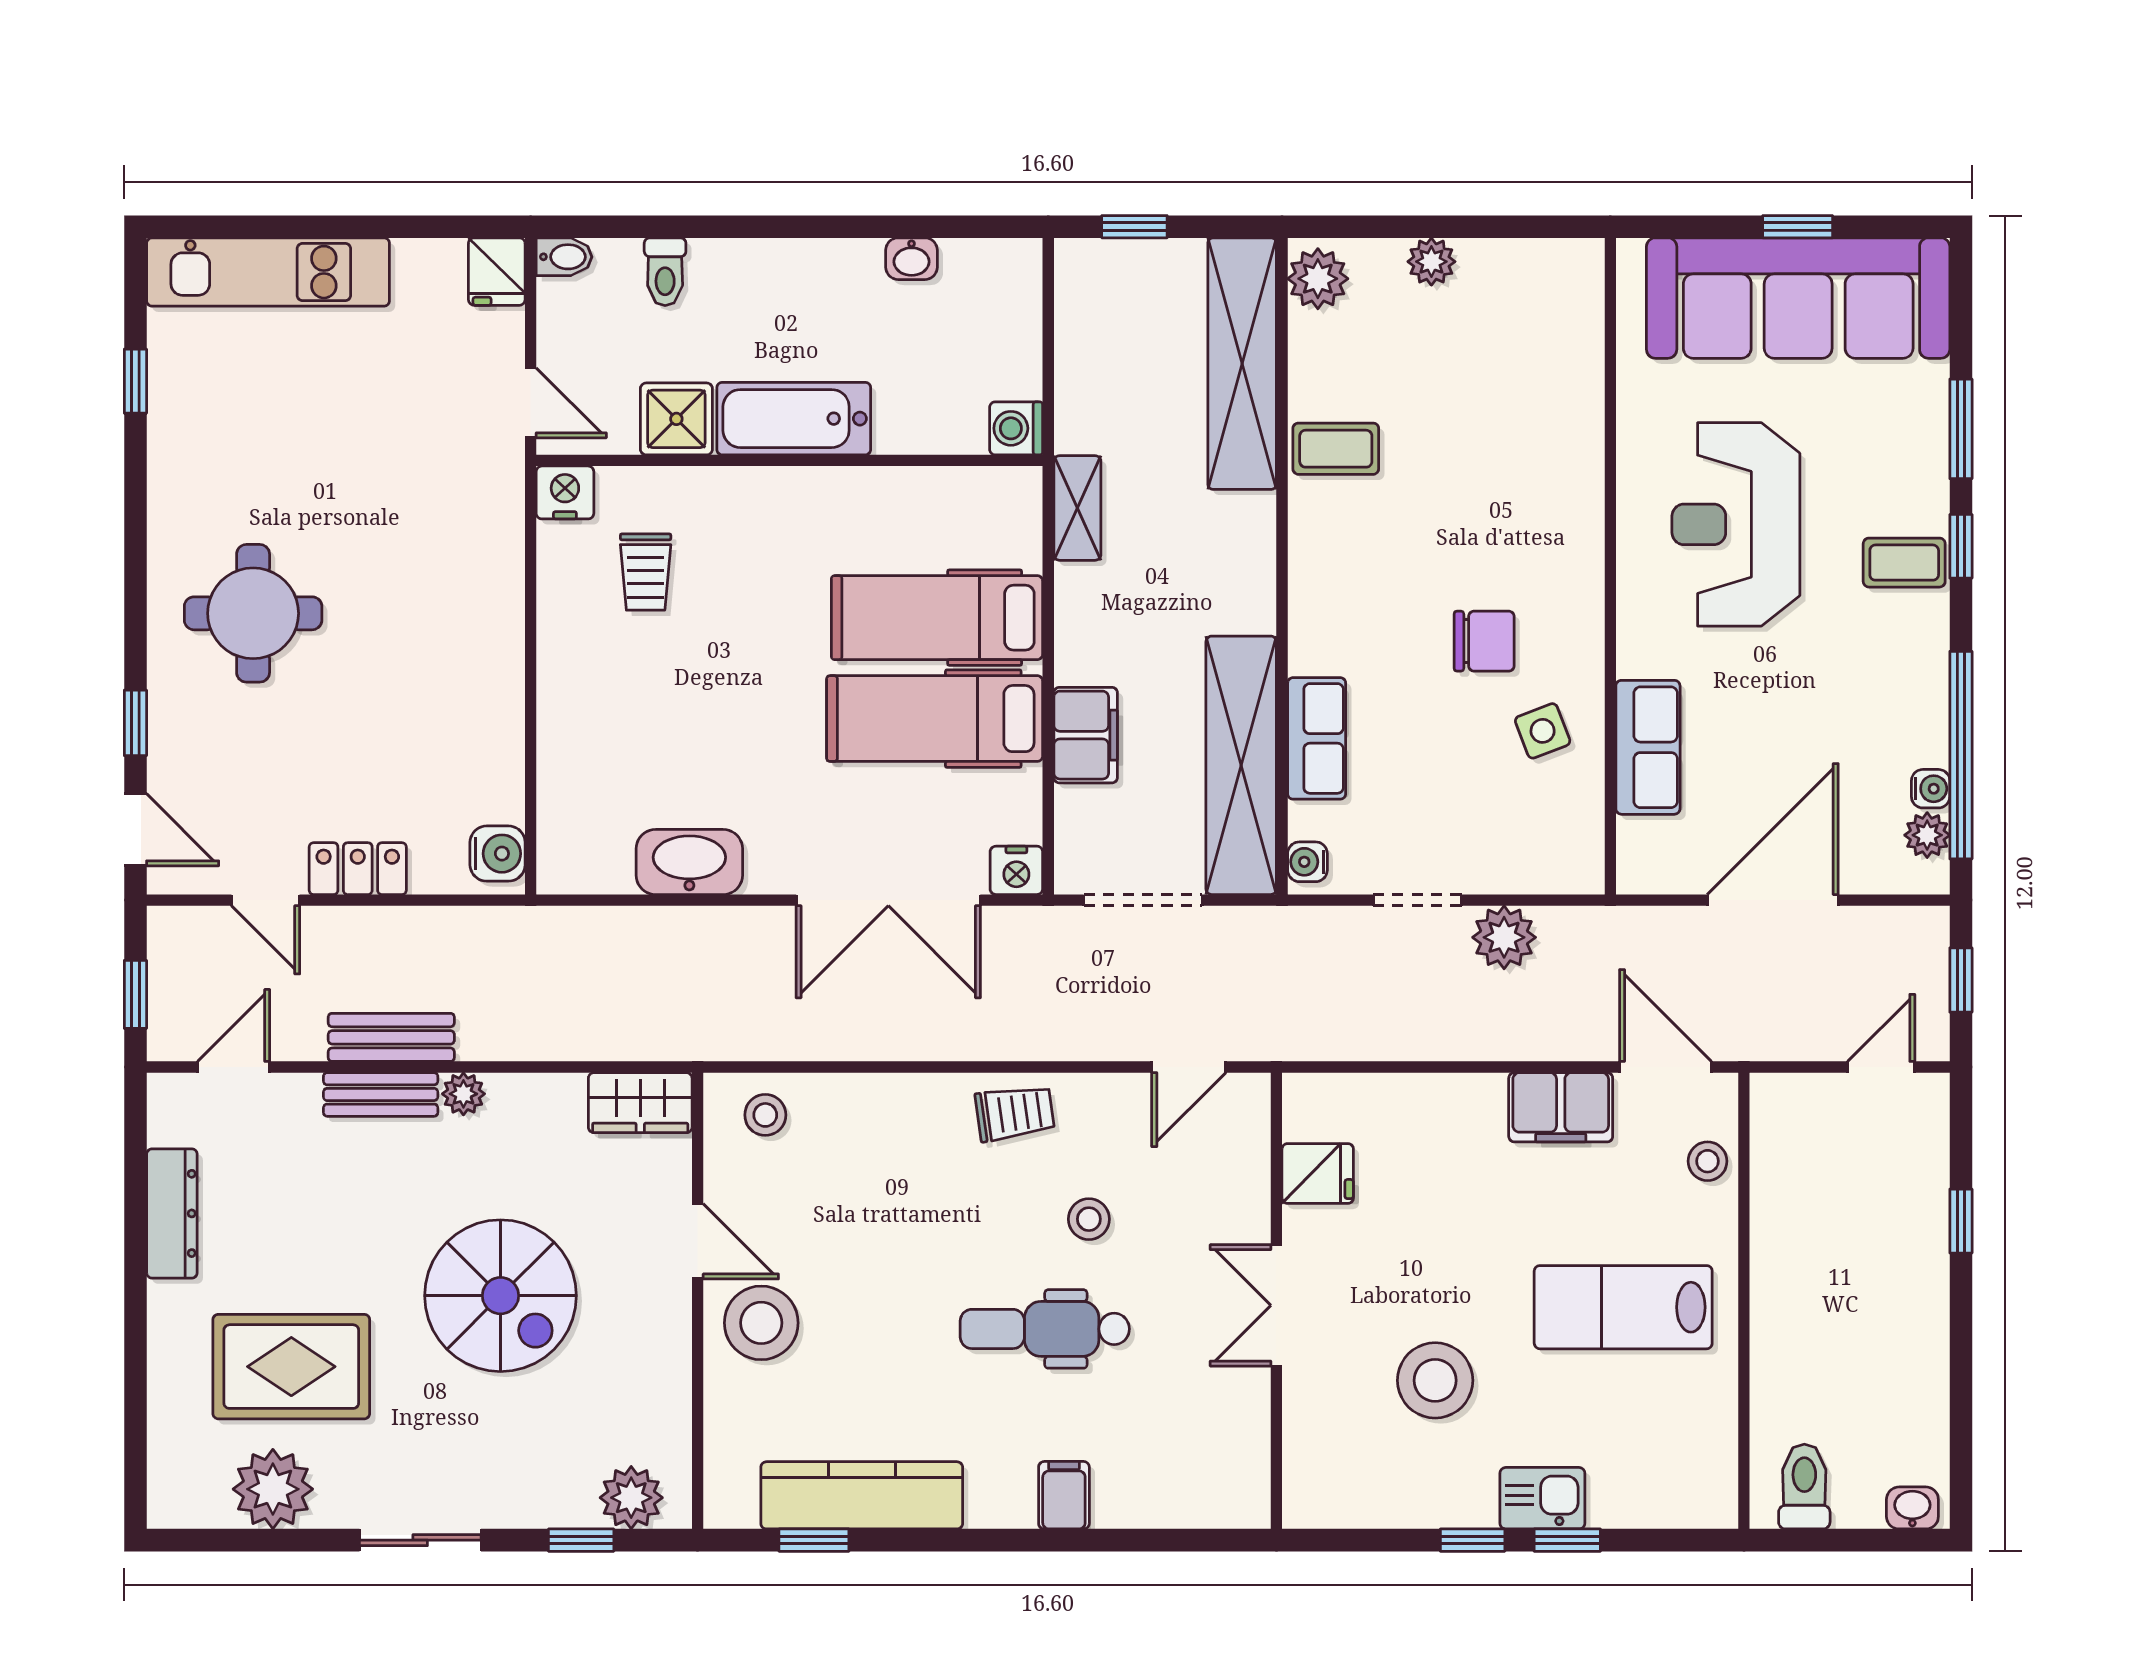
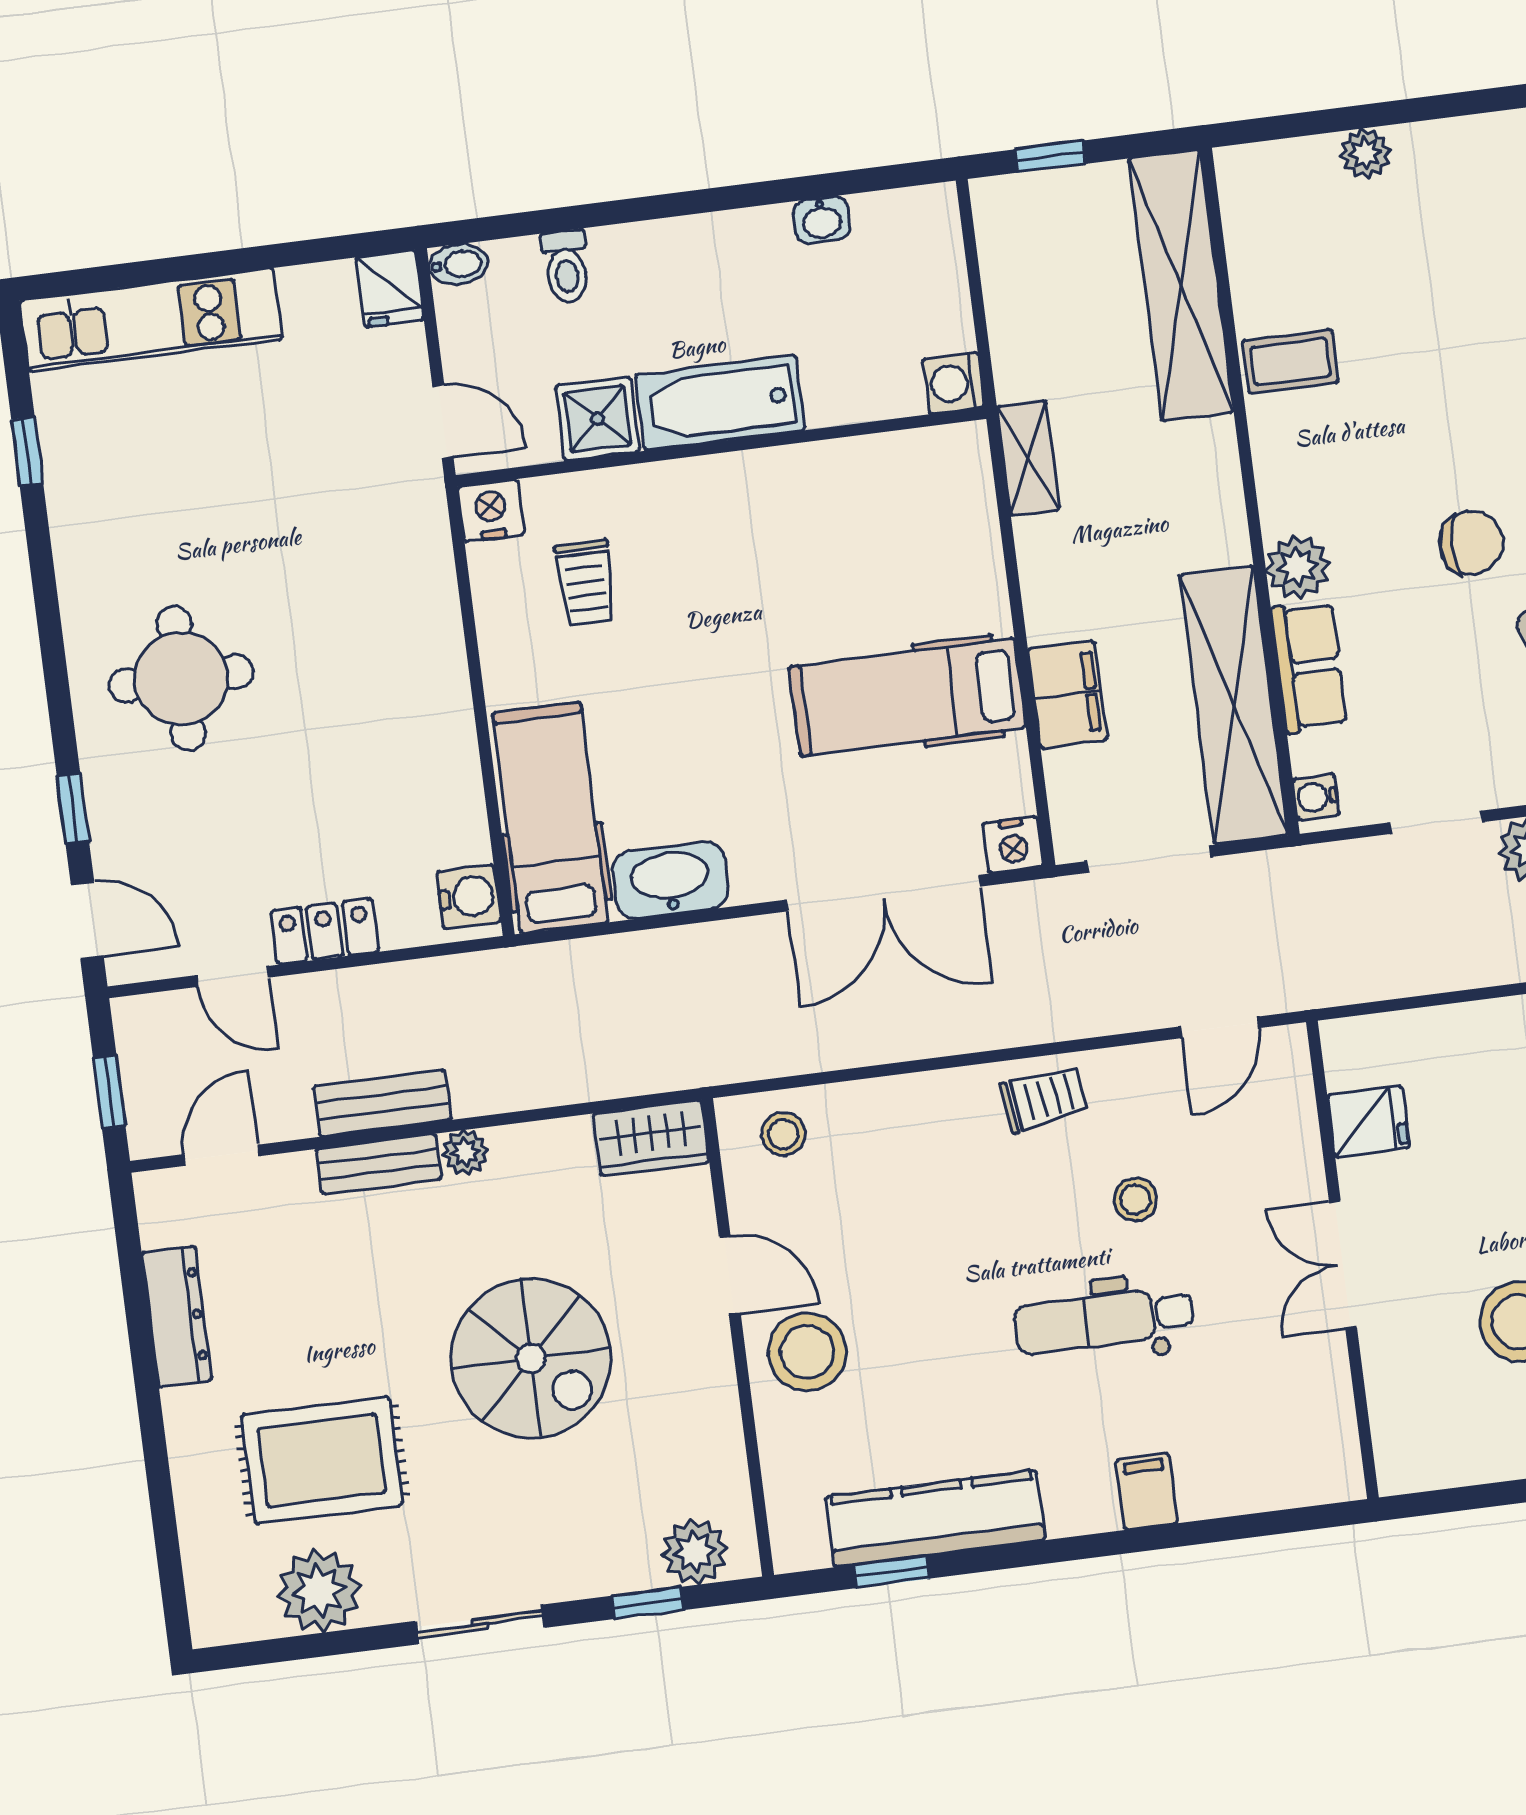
plant: (1318, 279) -> (1298, 567), moved
hospital bed: (937, 618) -> (550, 818), moved, turned 90

